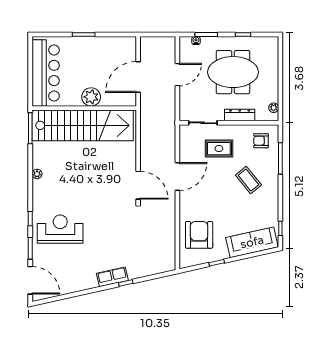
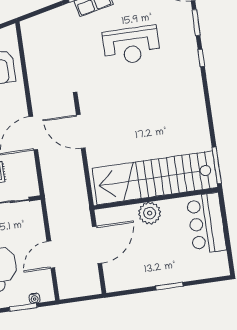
bar counter: (46, 73) -> (206, 223), width x0.73
plant: (37, 174) -> (201, 112), removed
door: (138, 185) -> (81, 131), moved
reception desk: (60, 229) -> (131, 45), moved

